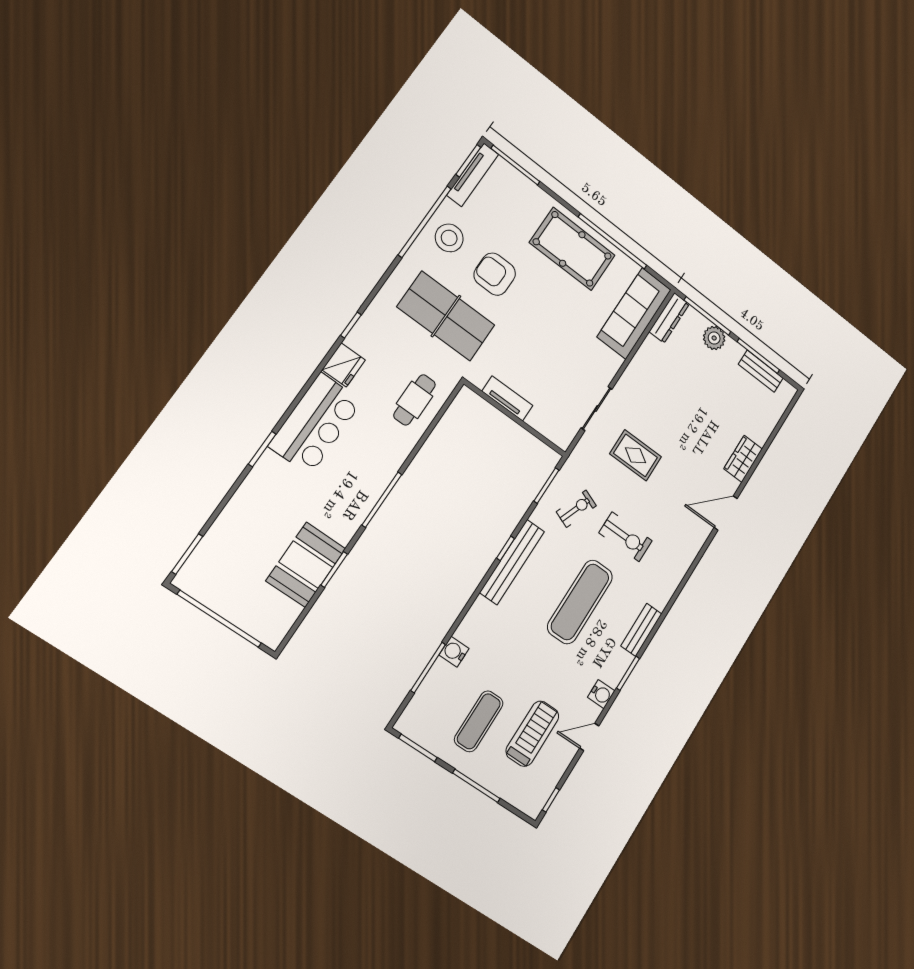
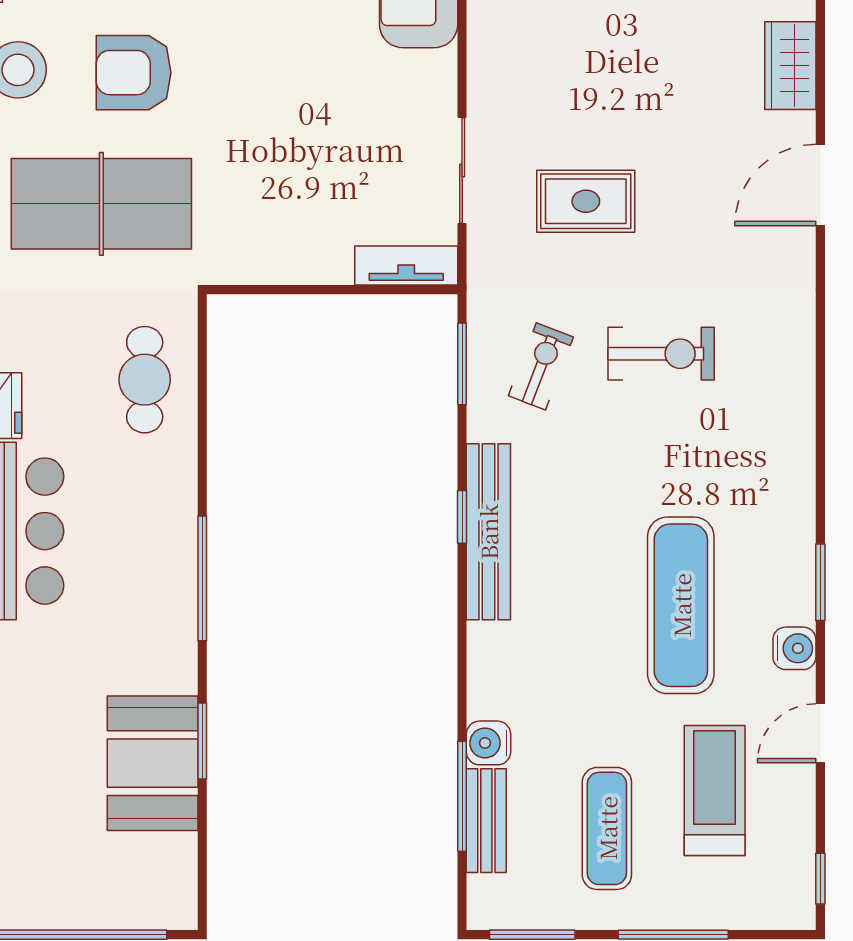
tv unit: (507, 398) -> (406, 266), moved
exercise mat: (580, 602) -> (681, 605), moved
bench: (641, 630) -> (486, 821), moved

